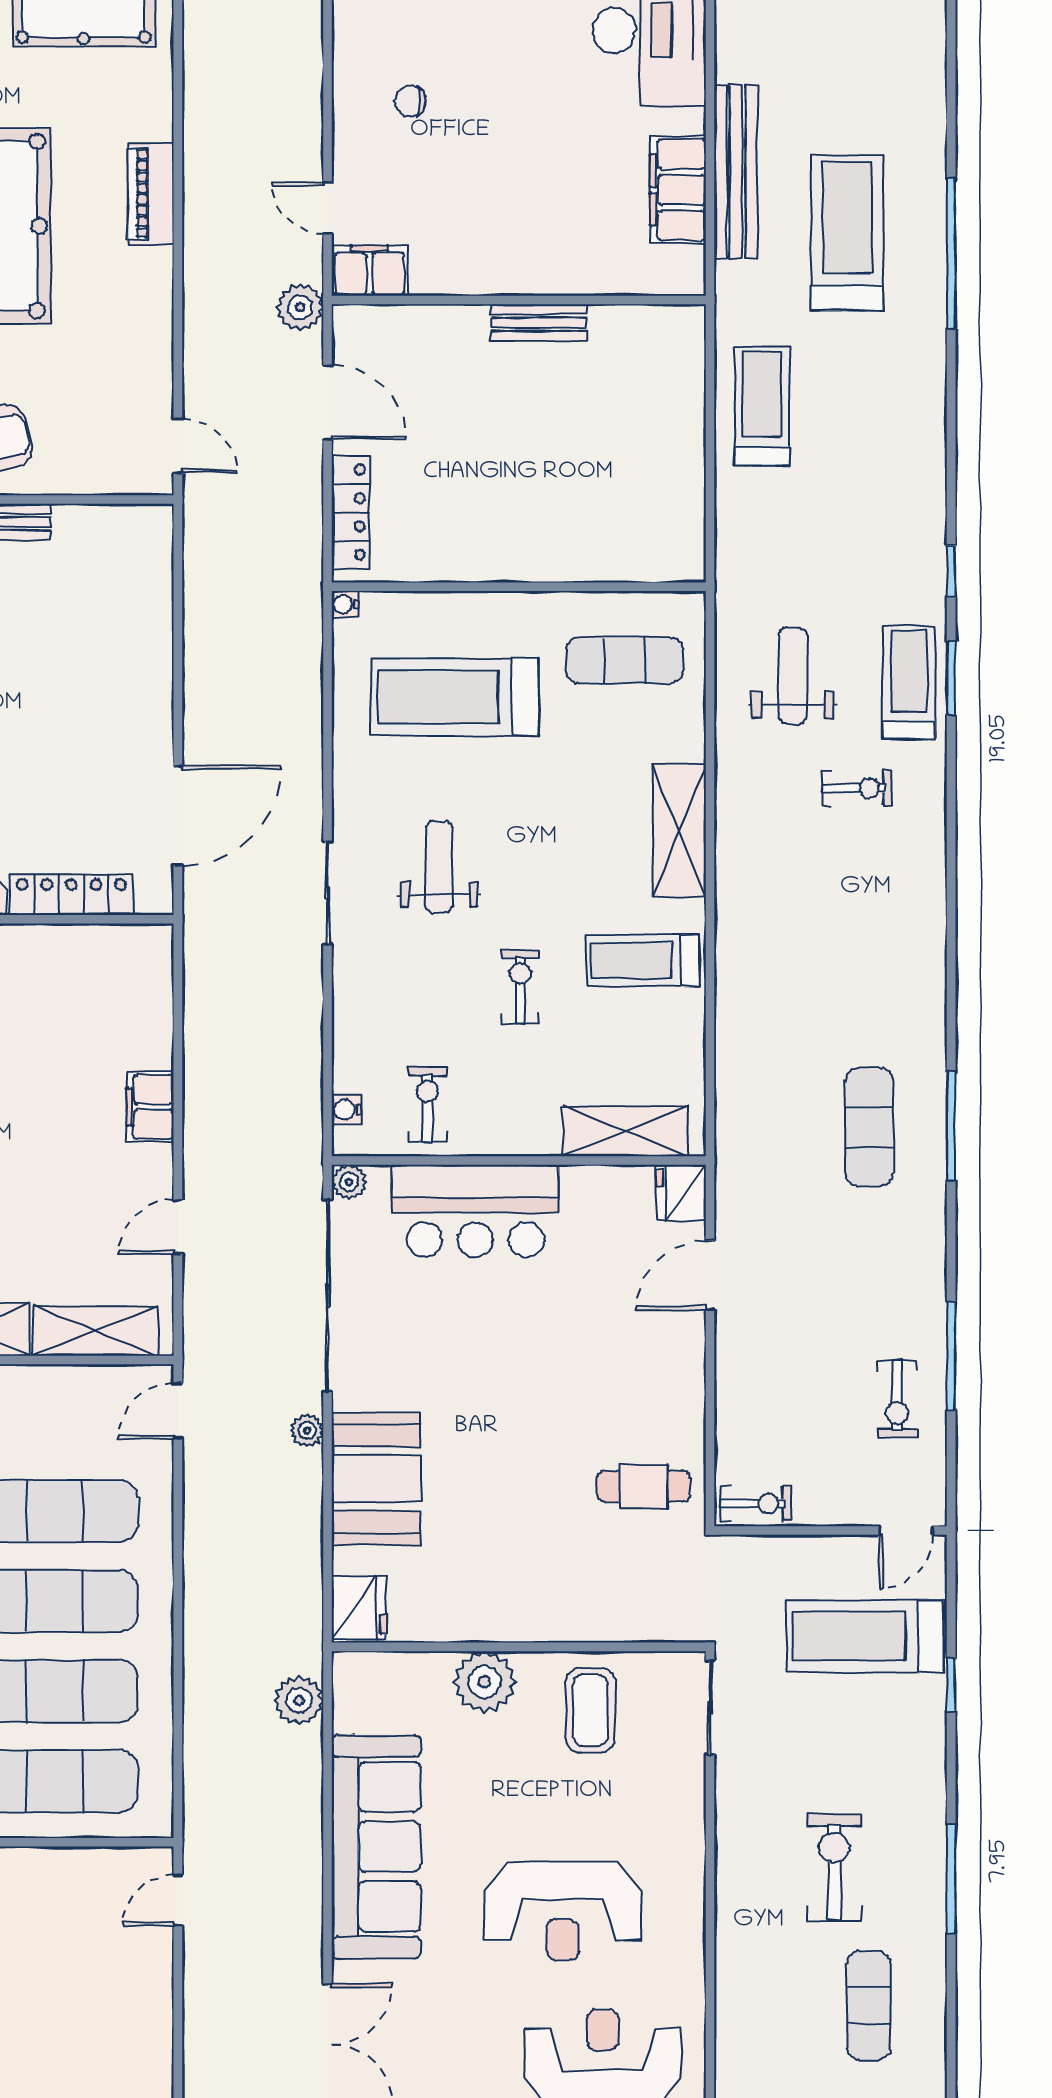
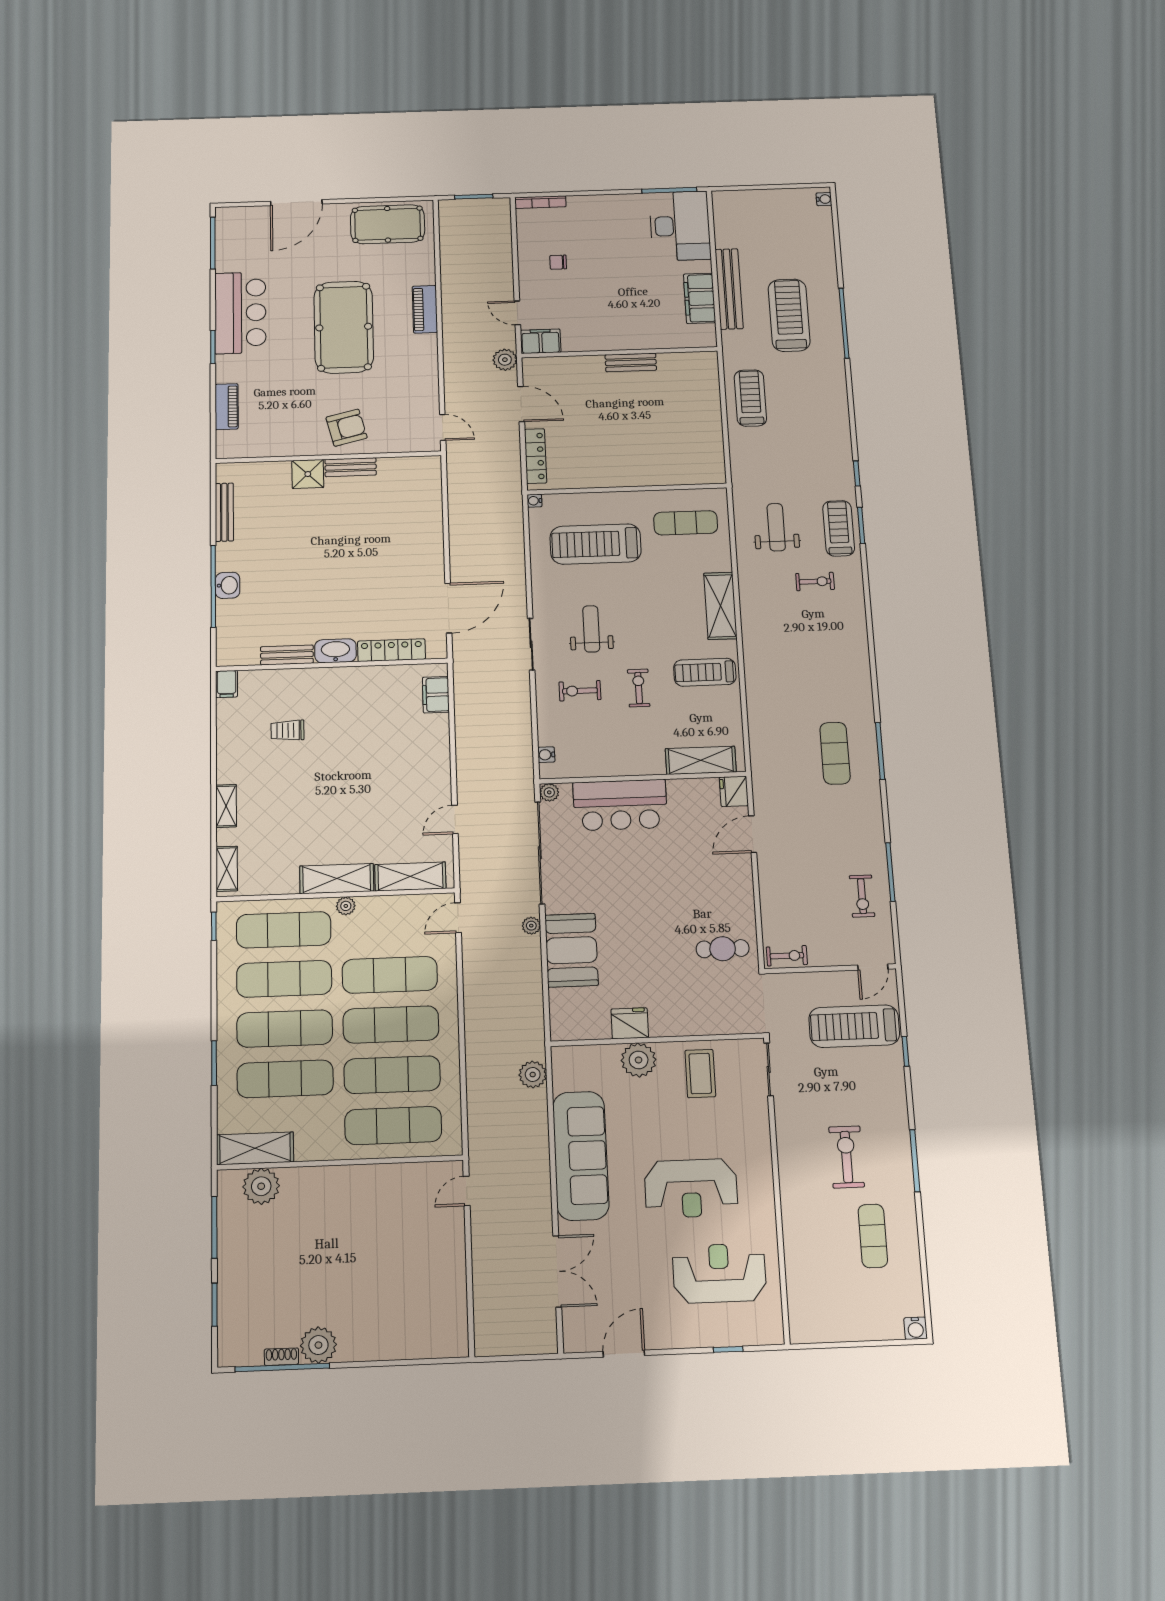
exercise bike: (427, 1105) -> (580, 691), moved, turned -90
filing cabinet: (150, 1107) -> (436, 695), moved
fridge: (359, 1608) -> (630, 1023), moved, turned -90

